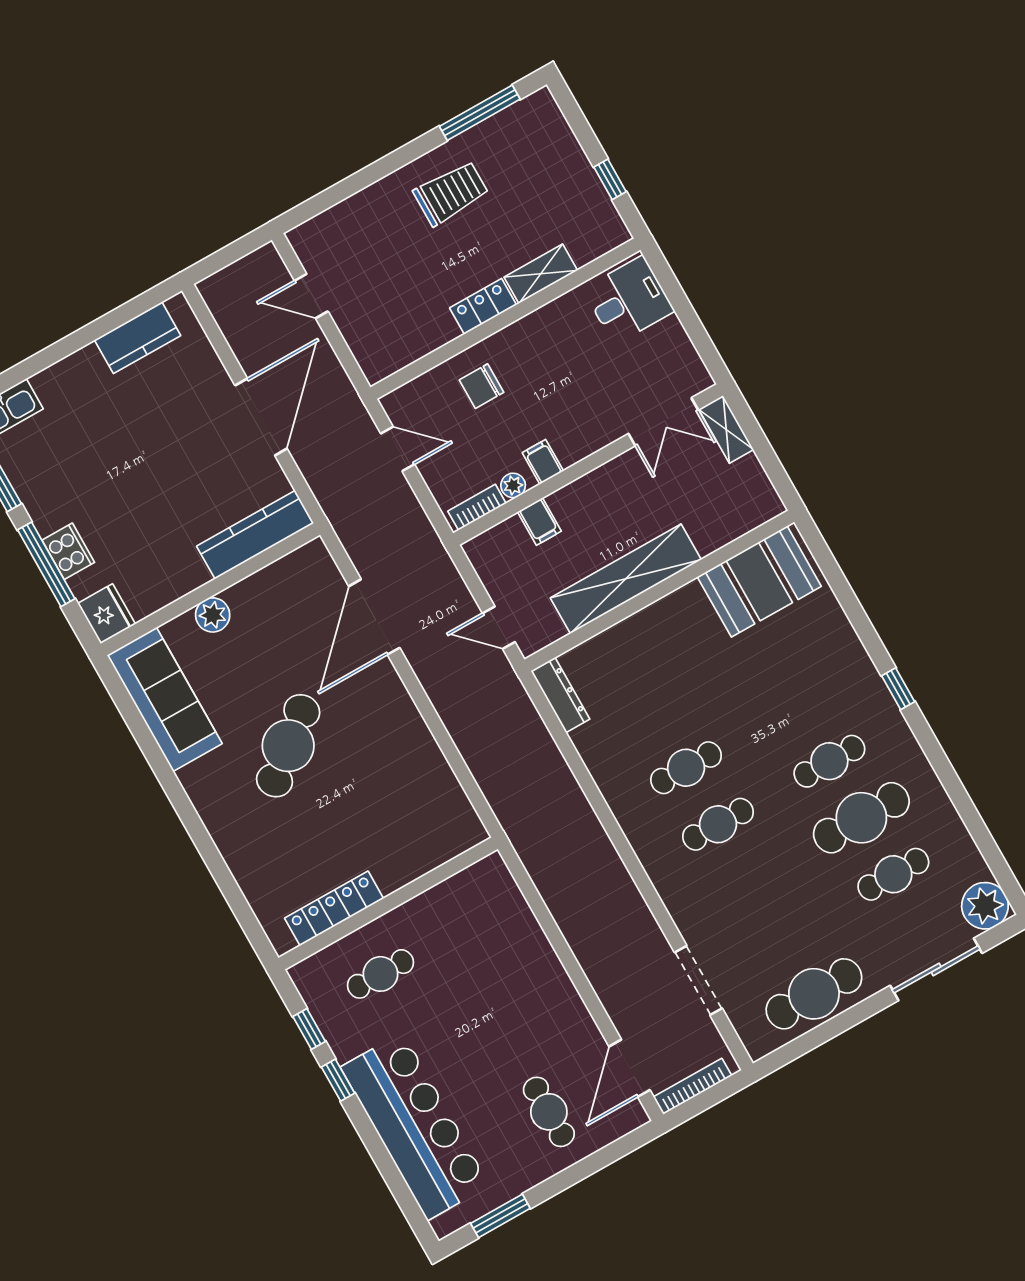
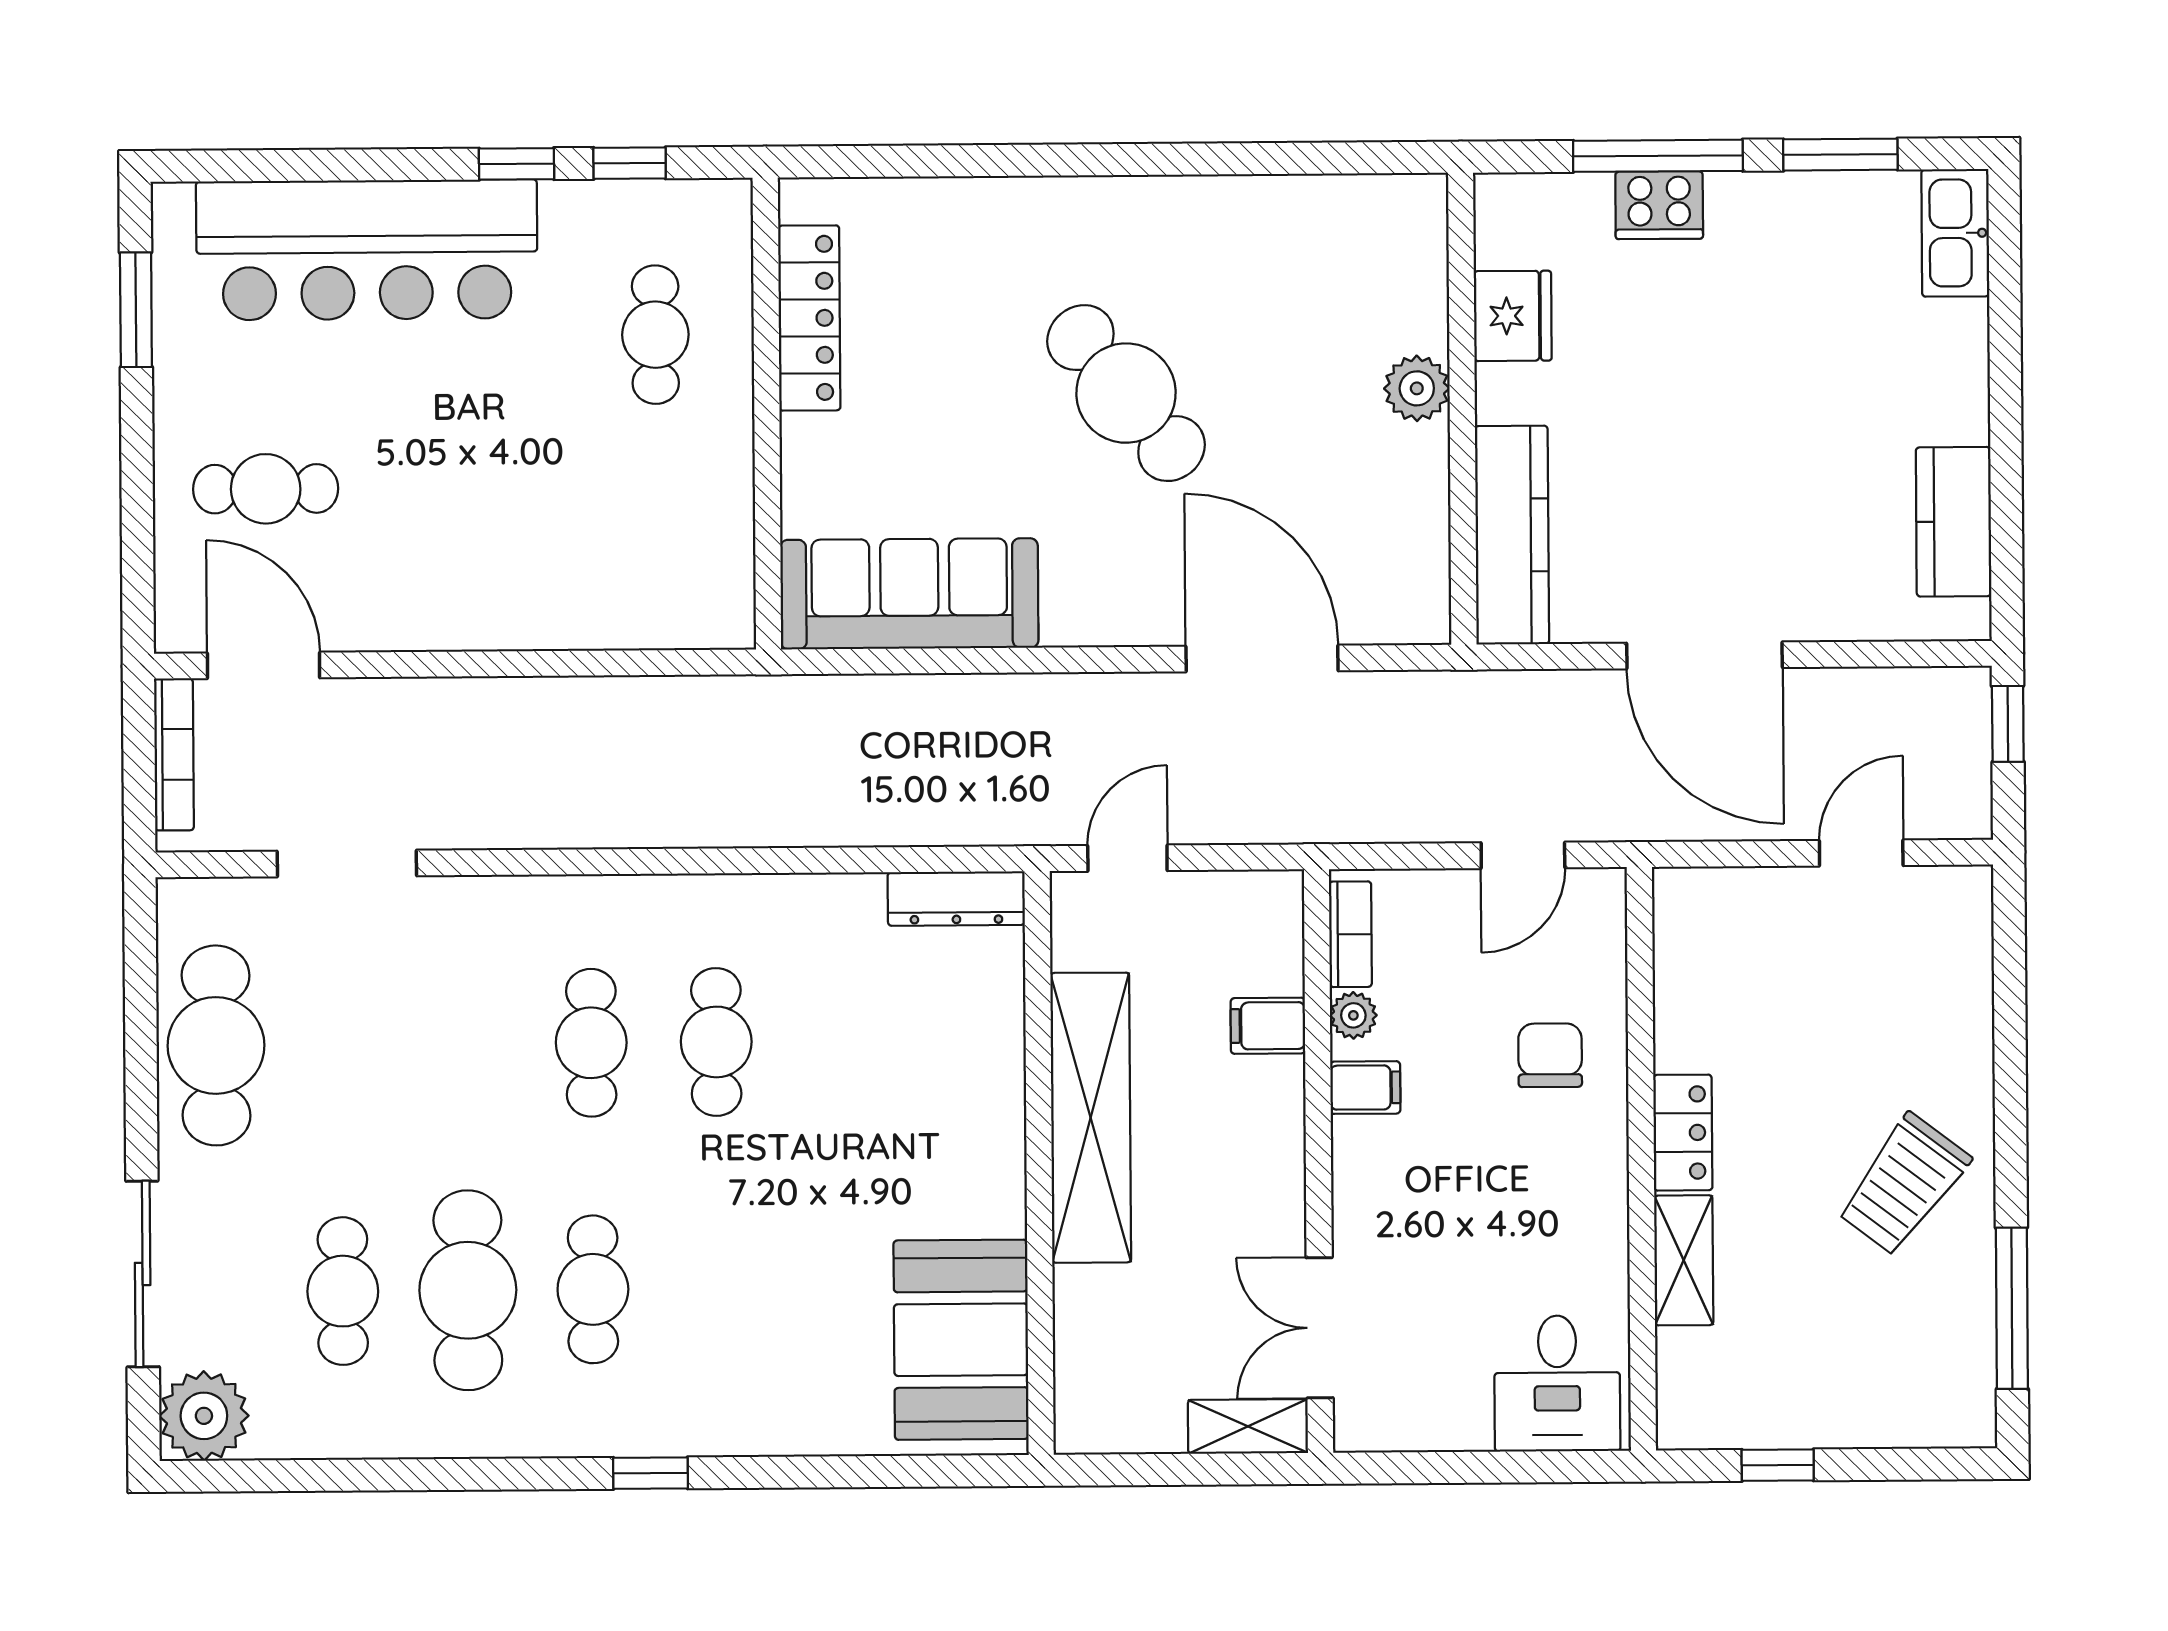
trolley: (451, 193) -> (1904, 1185), turned 37
window: (216, 262) -> (2008, 724), added
fridge: (107, 614) -> (1513, 316), moved, turned -90
sofa: (165, 699) -> (909, 594), moved, turned 180

